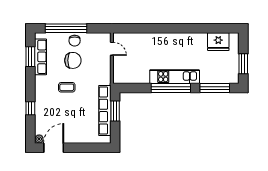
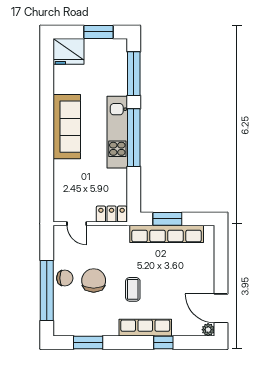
sofa: (178, 42) -> (67, 127), added
fridge: (218, 42) -> (68, 51), moved, turned 90
door: (112, 49) -> (77, 224), swing flipped
row of seats: (41, 57) -> (145, 328), moved
locker: (118, 73) -> (112, 214), added

